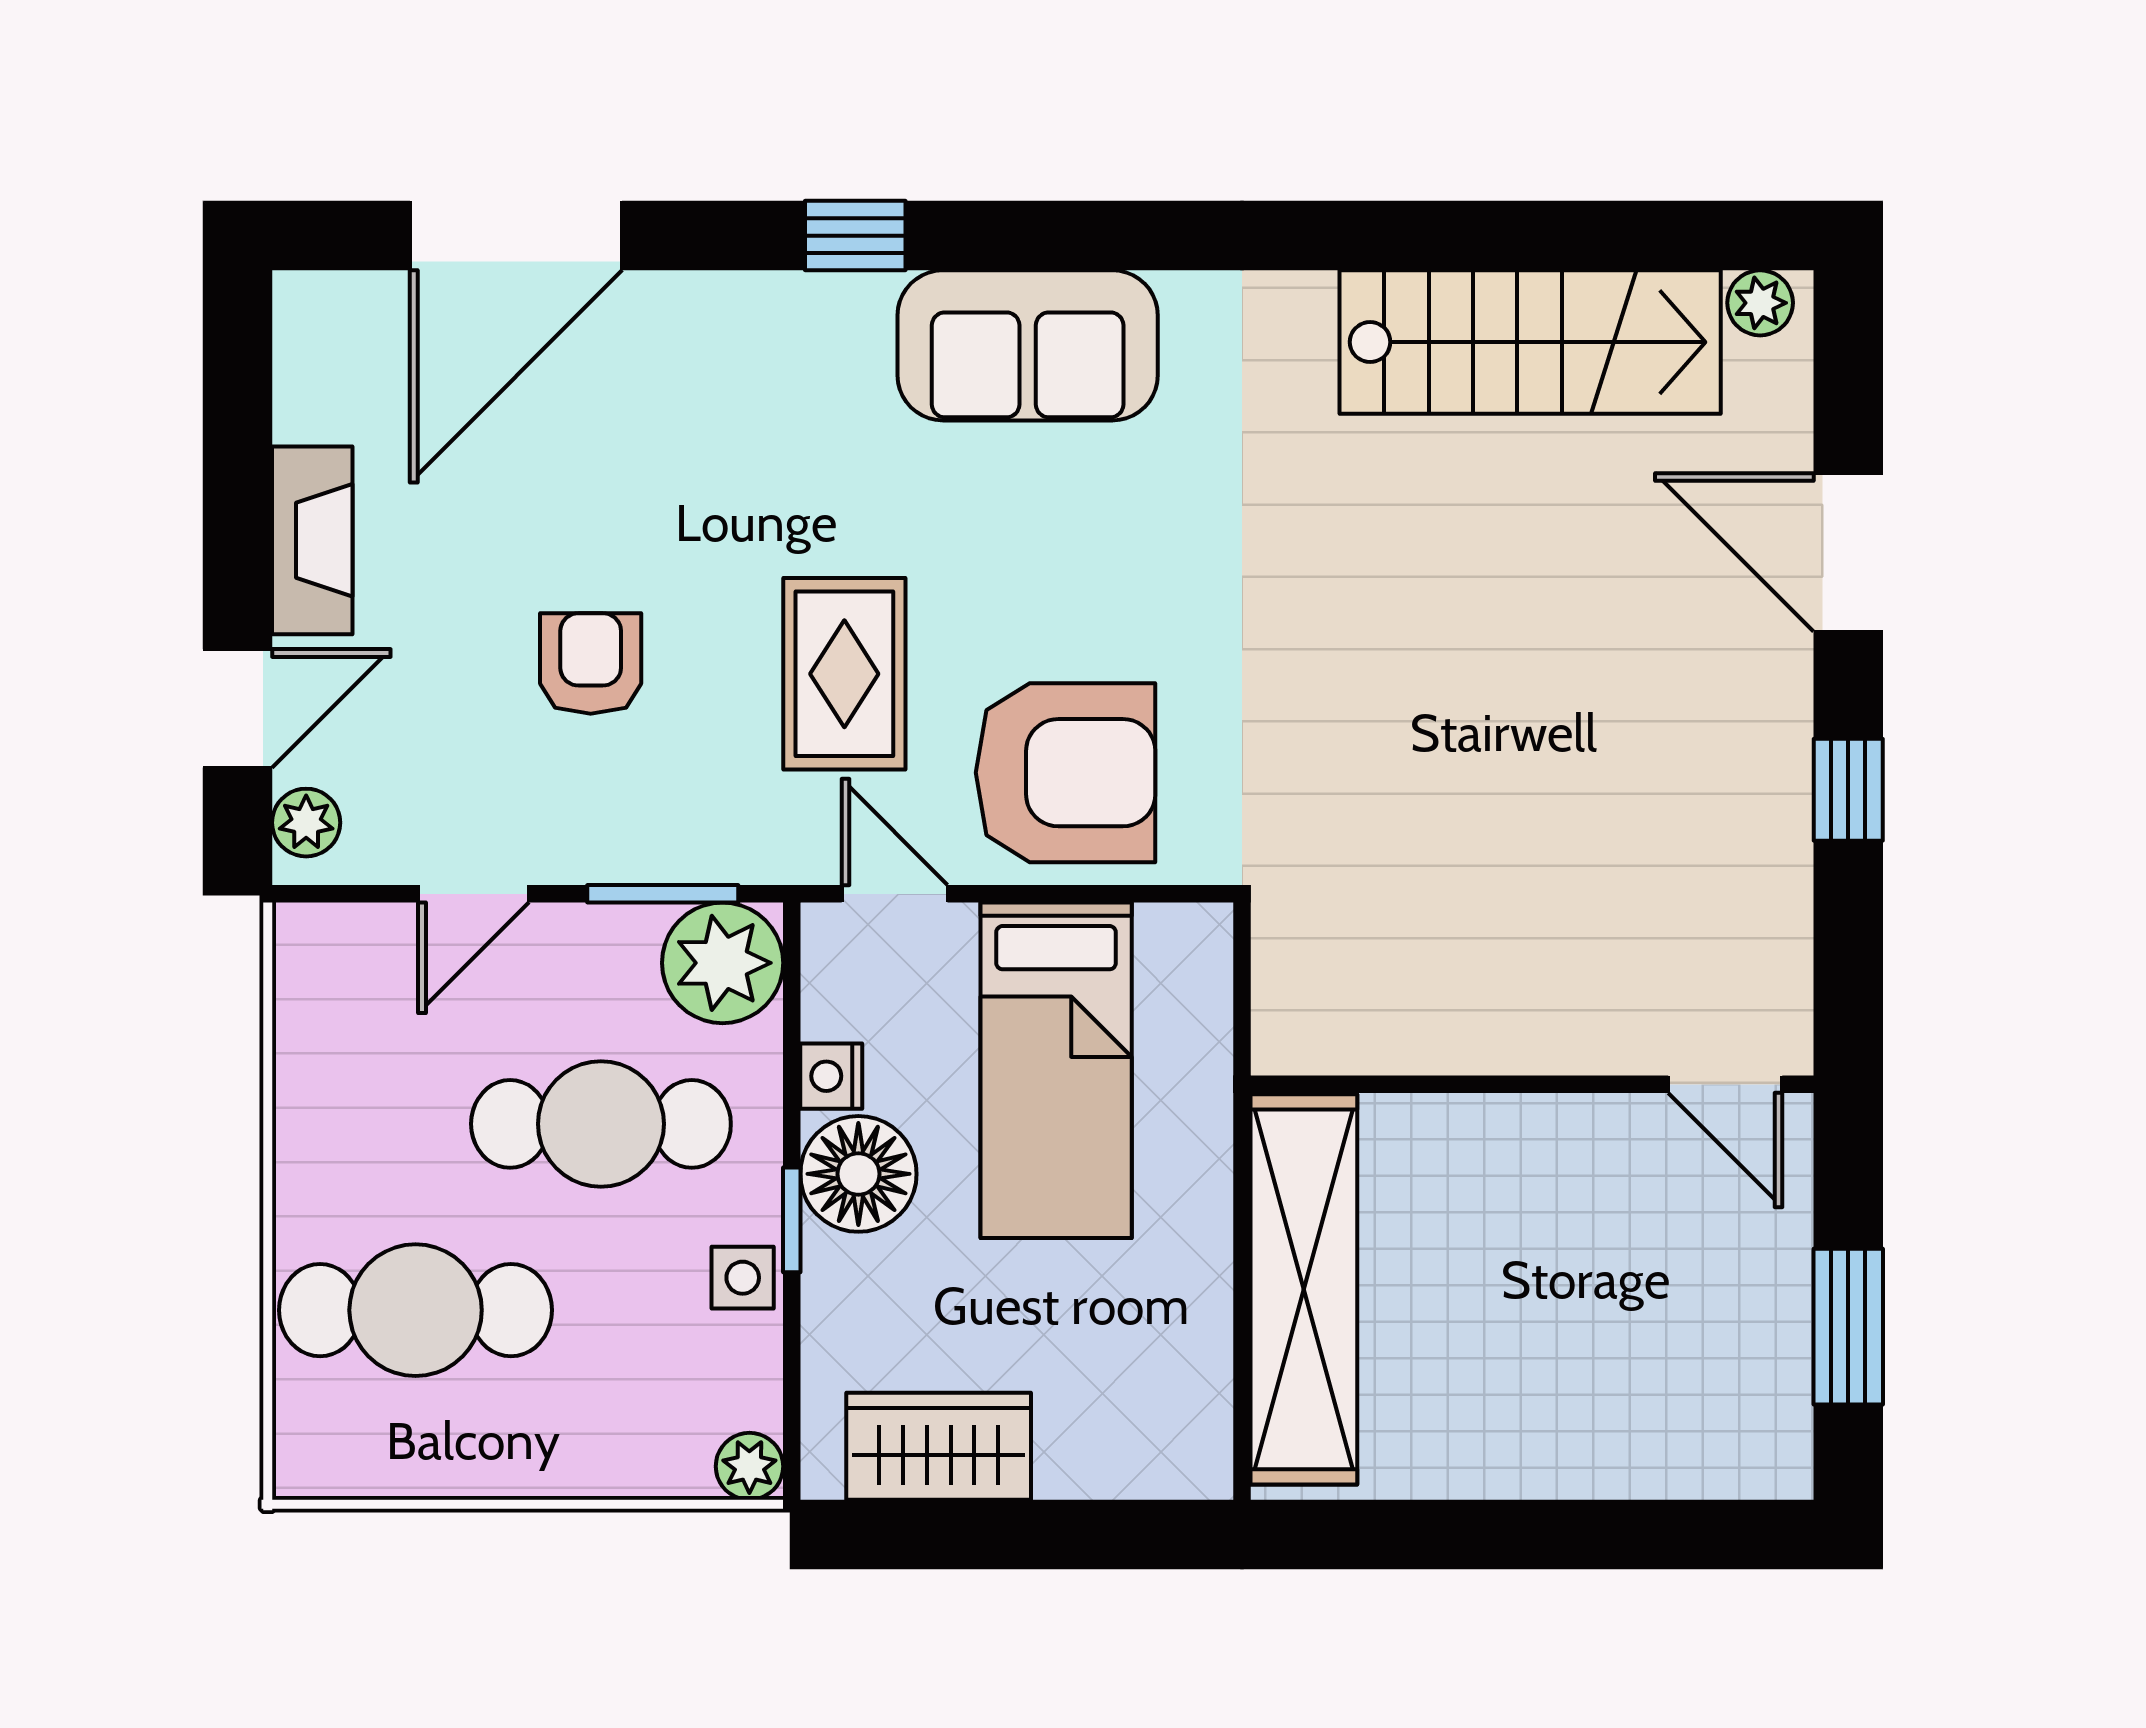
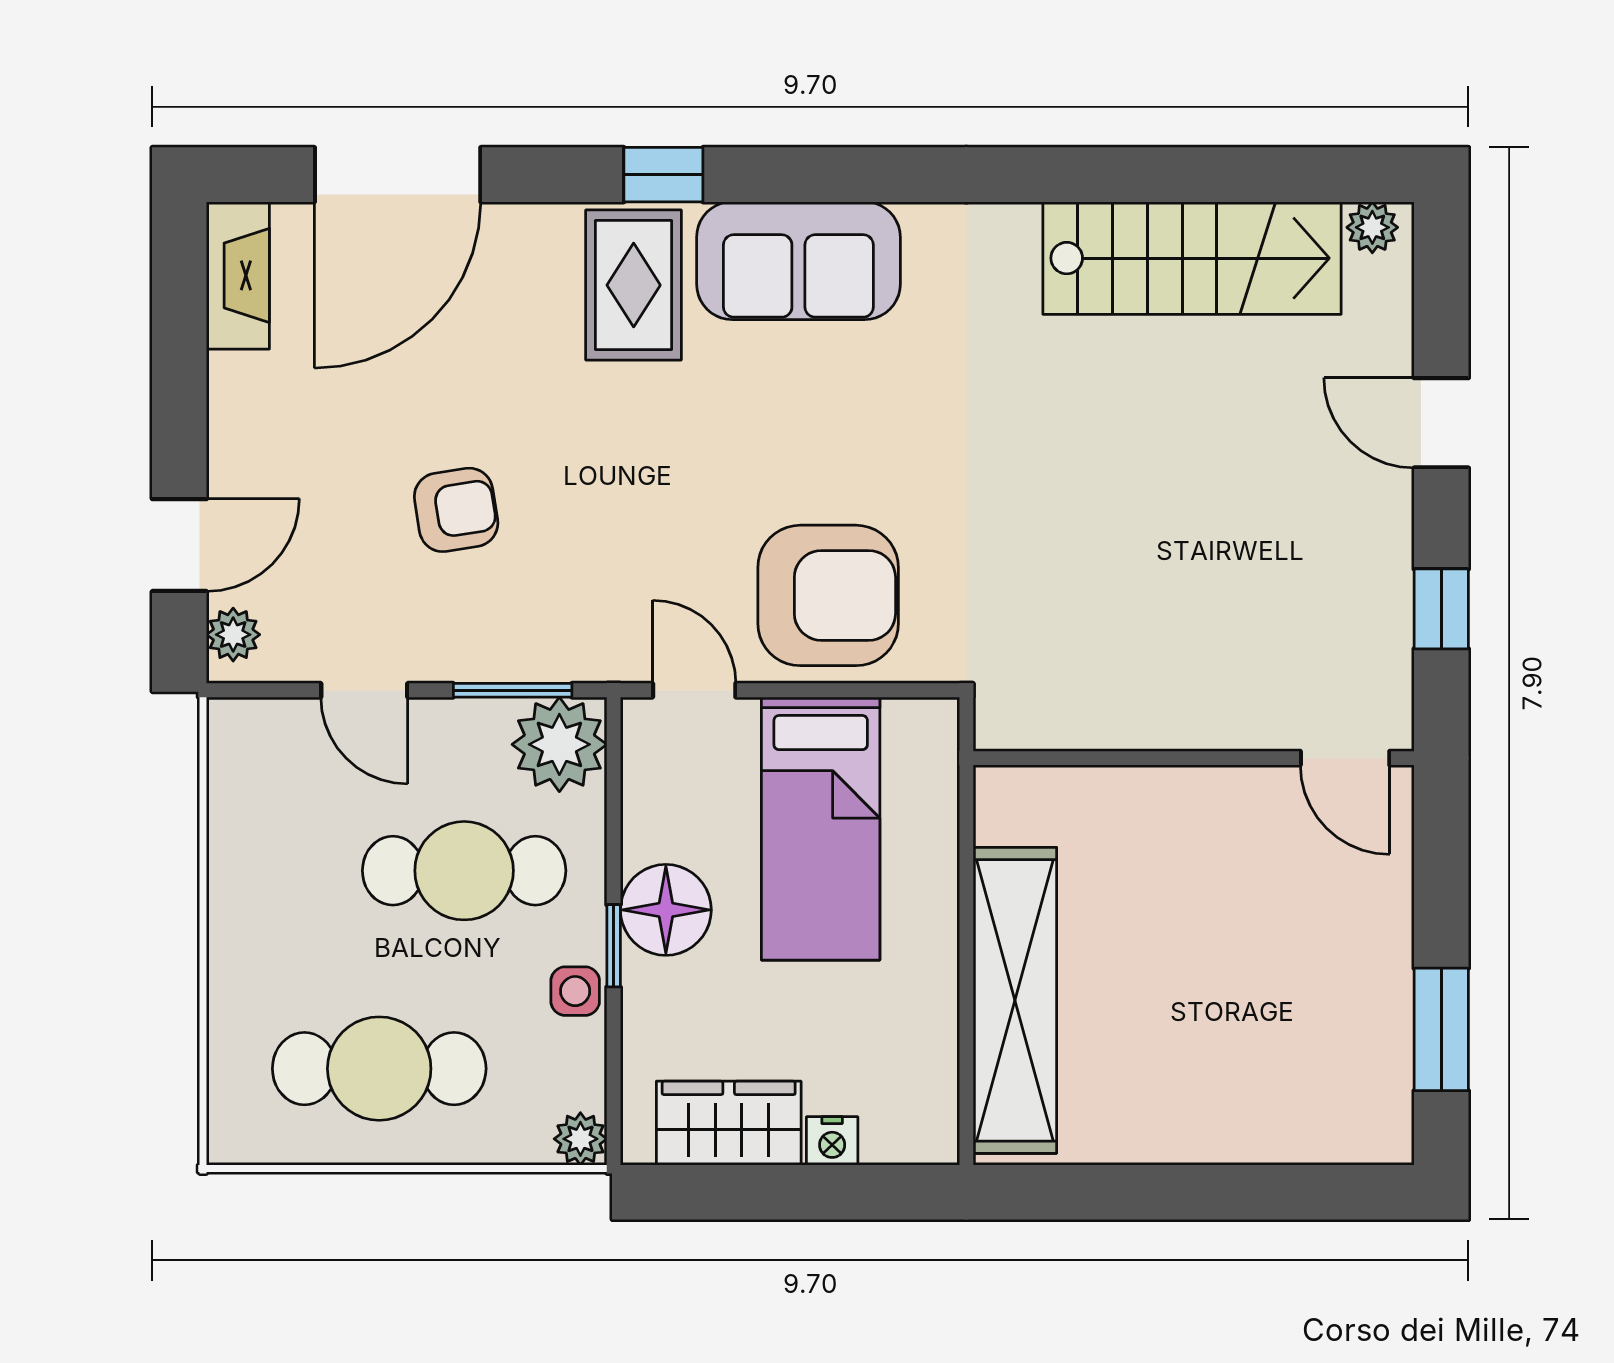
fireplace: (312, 540) -> (238, 275), moved
door: (1848, 552) -> (1441, 423), width x0.73
armchair: (591, 663) -> (456, 510), turned 81
rug: (844, 674) -> (634, 285), moved
door: (473, 894) -> (364, 690), hinge flipped
nightstand: (831, 1076) -> (832, 1141), moved, turned -90
wall: (1532, 1084) -> (1194, 758), moved
door: (1725, 1084) -> (1345, 758), moved
cafe table: (416, 1310) -> (379, 1069), moved

